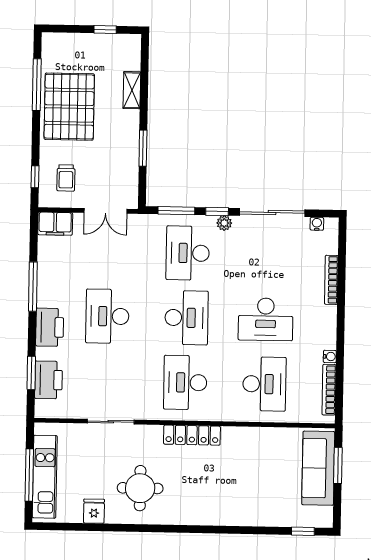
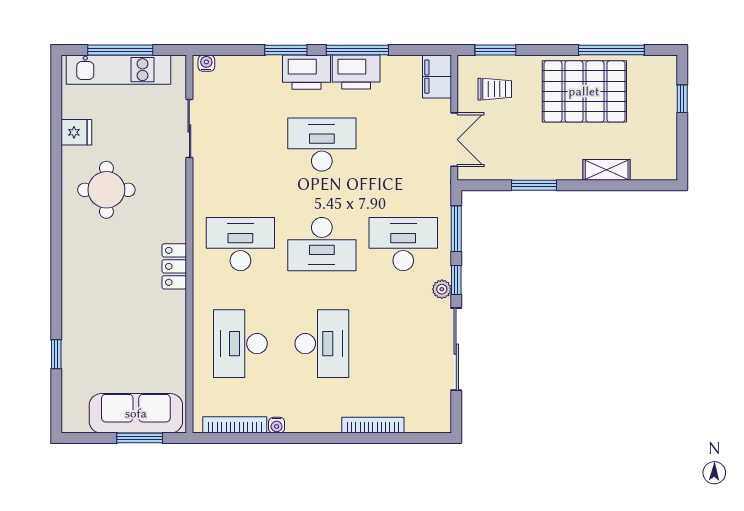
window: (105, 30) -> (682, 99), moved
window: (35, 177) -> (495, 50), width x1.50
trolley: (66, 178) -> (495, 89), turned 180
double door: (105, 211) -> (454, 140), swing flipped
water cooler: (317, 224) -> (206, 63), moved, turned -90
desk: (266, 319) -> (322, 344), turned 180
window: (31, 373) -> (286, 50), moved
printer: (48, 380) -> (356, 72), moved
desk: (264, 384) -> (240, 344), turned 90
sliding door: (111, 422) -> (189, 128), moved
locker: (192, 435) -> (174, 266), width x0.66
window: (303, 531) -> (56, 354), moved

